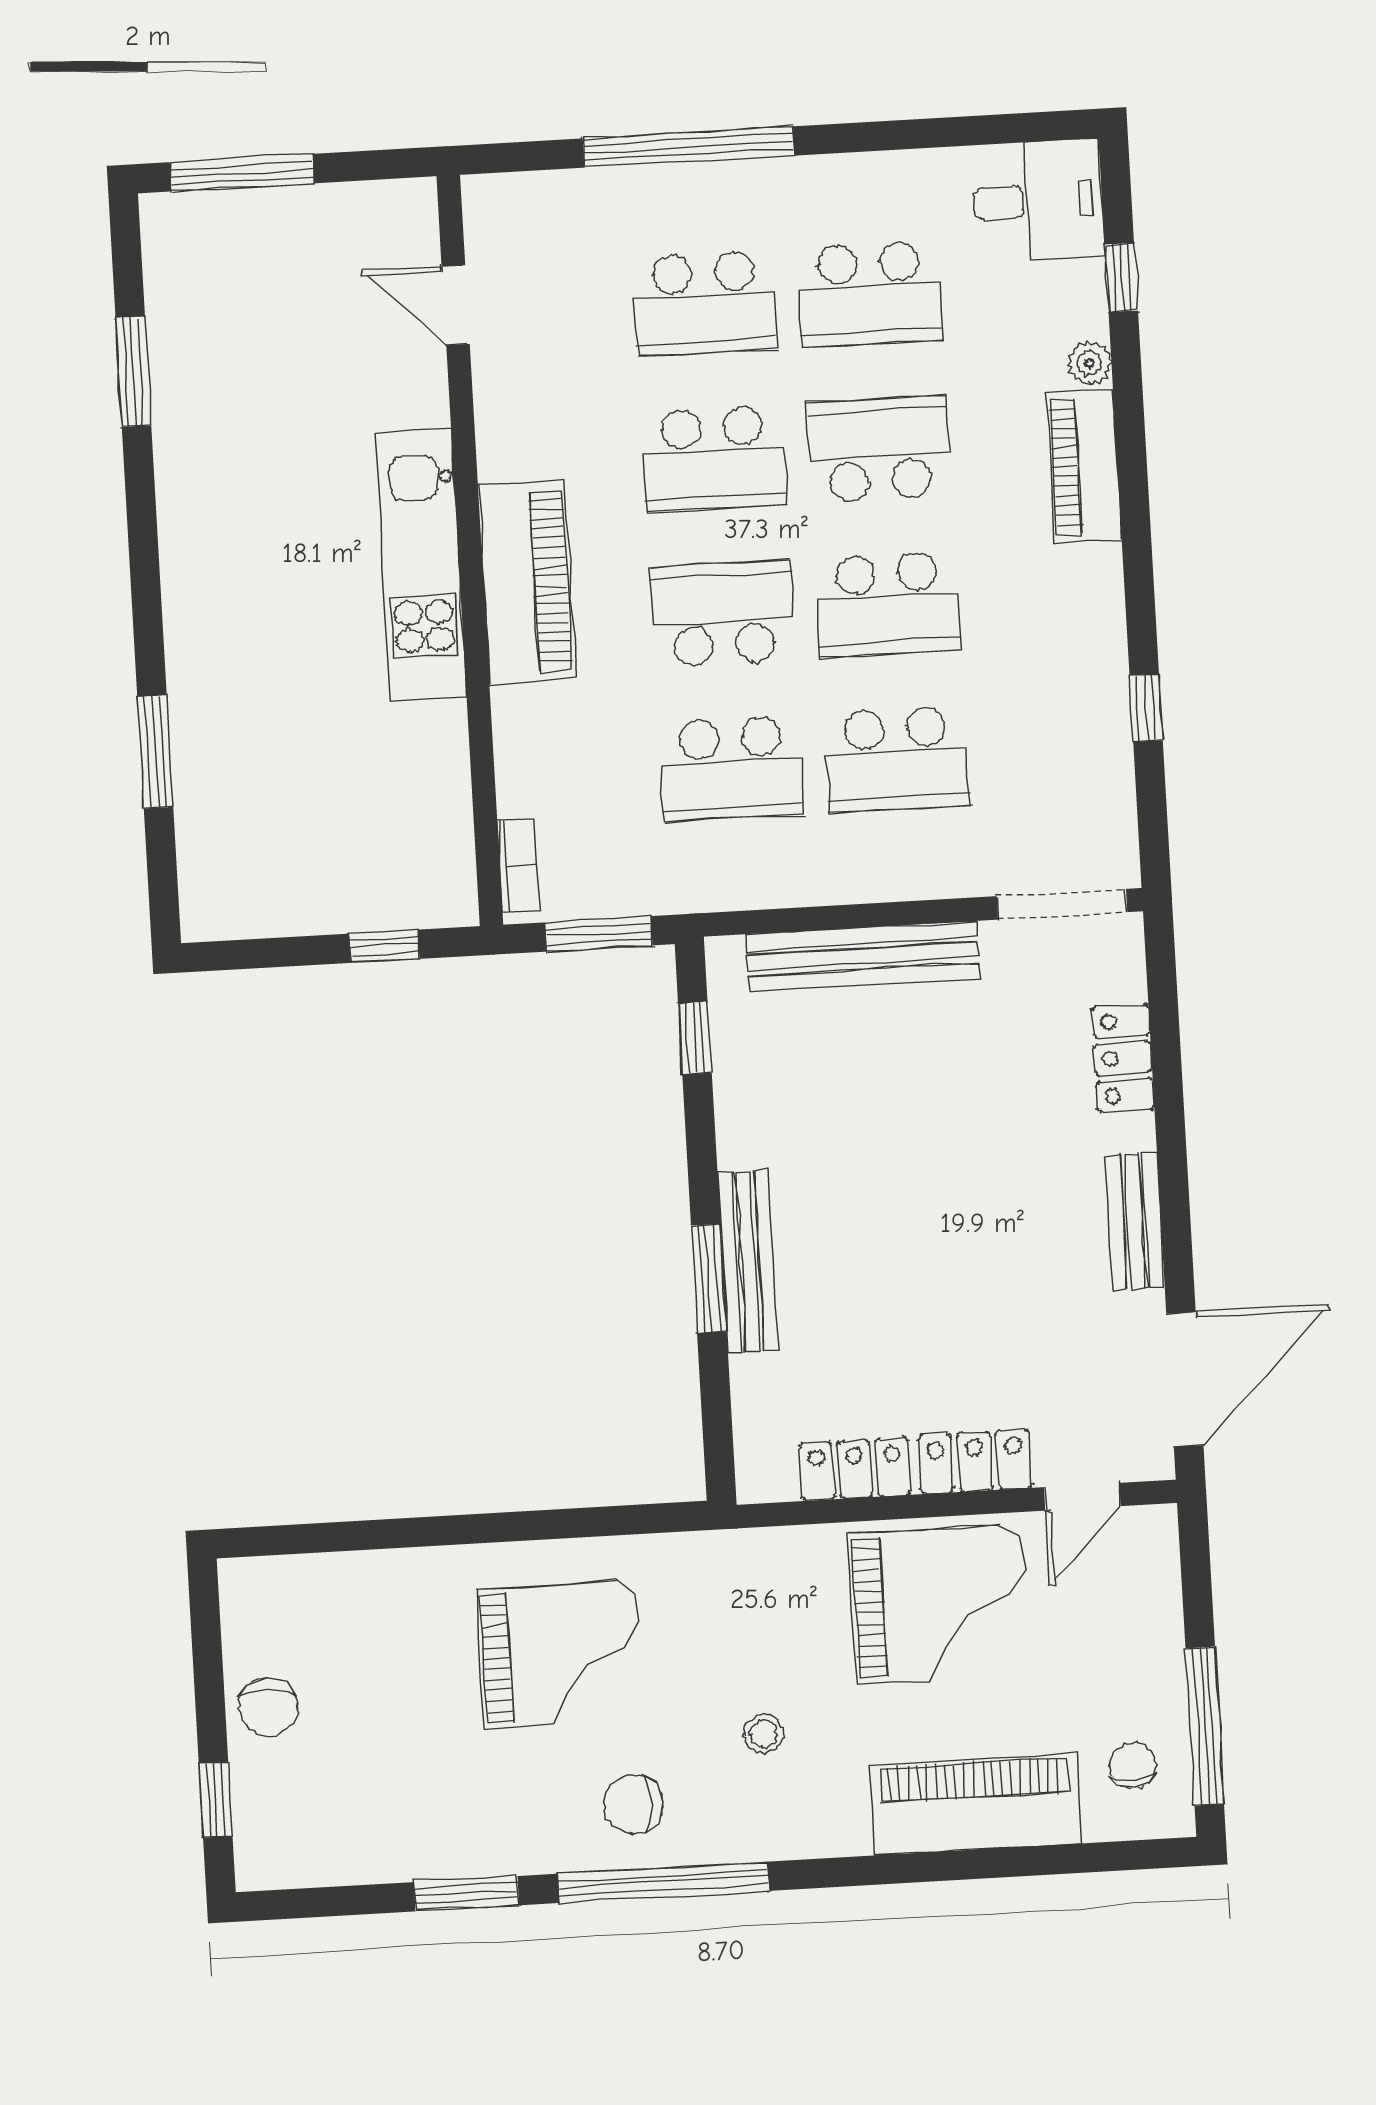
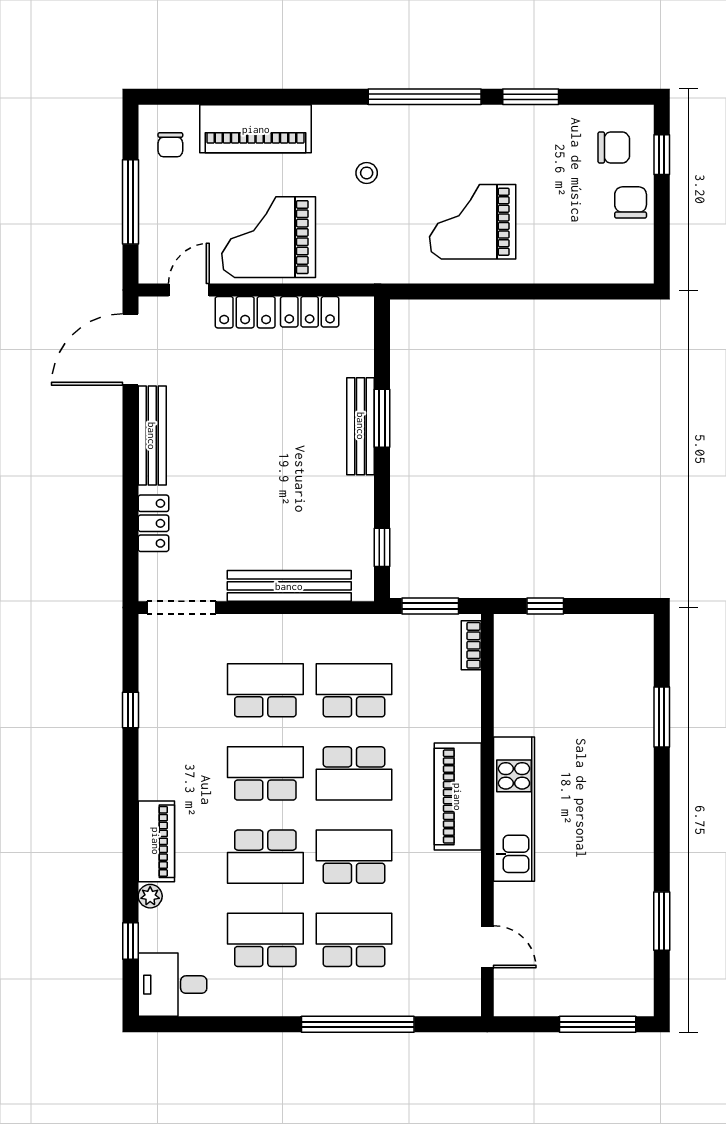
bench: (1135, 1222) -> (152, 436), width x1.36
window: (1205, 1726) -> (130, 202), moved
chair: (633, 1804) -> (614, 147), moved

